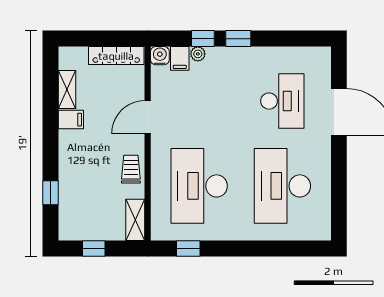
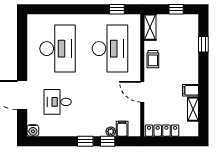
water cooler: (160, 56) -> (33, 130), moved
desk: (282, 101) -> (58, 102), width x0.73
door: (148, 117) -> (142, 92), swing flipped

